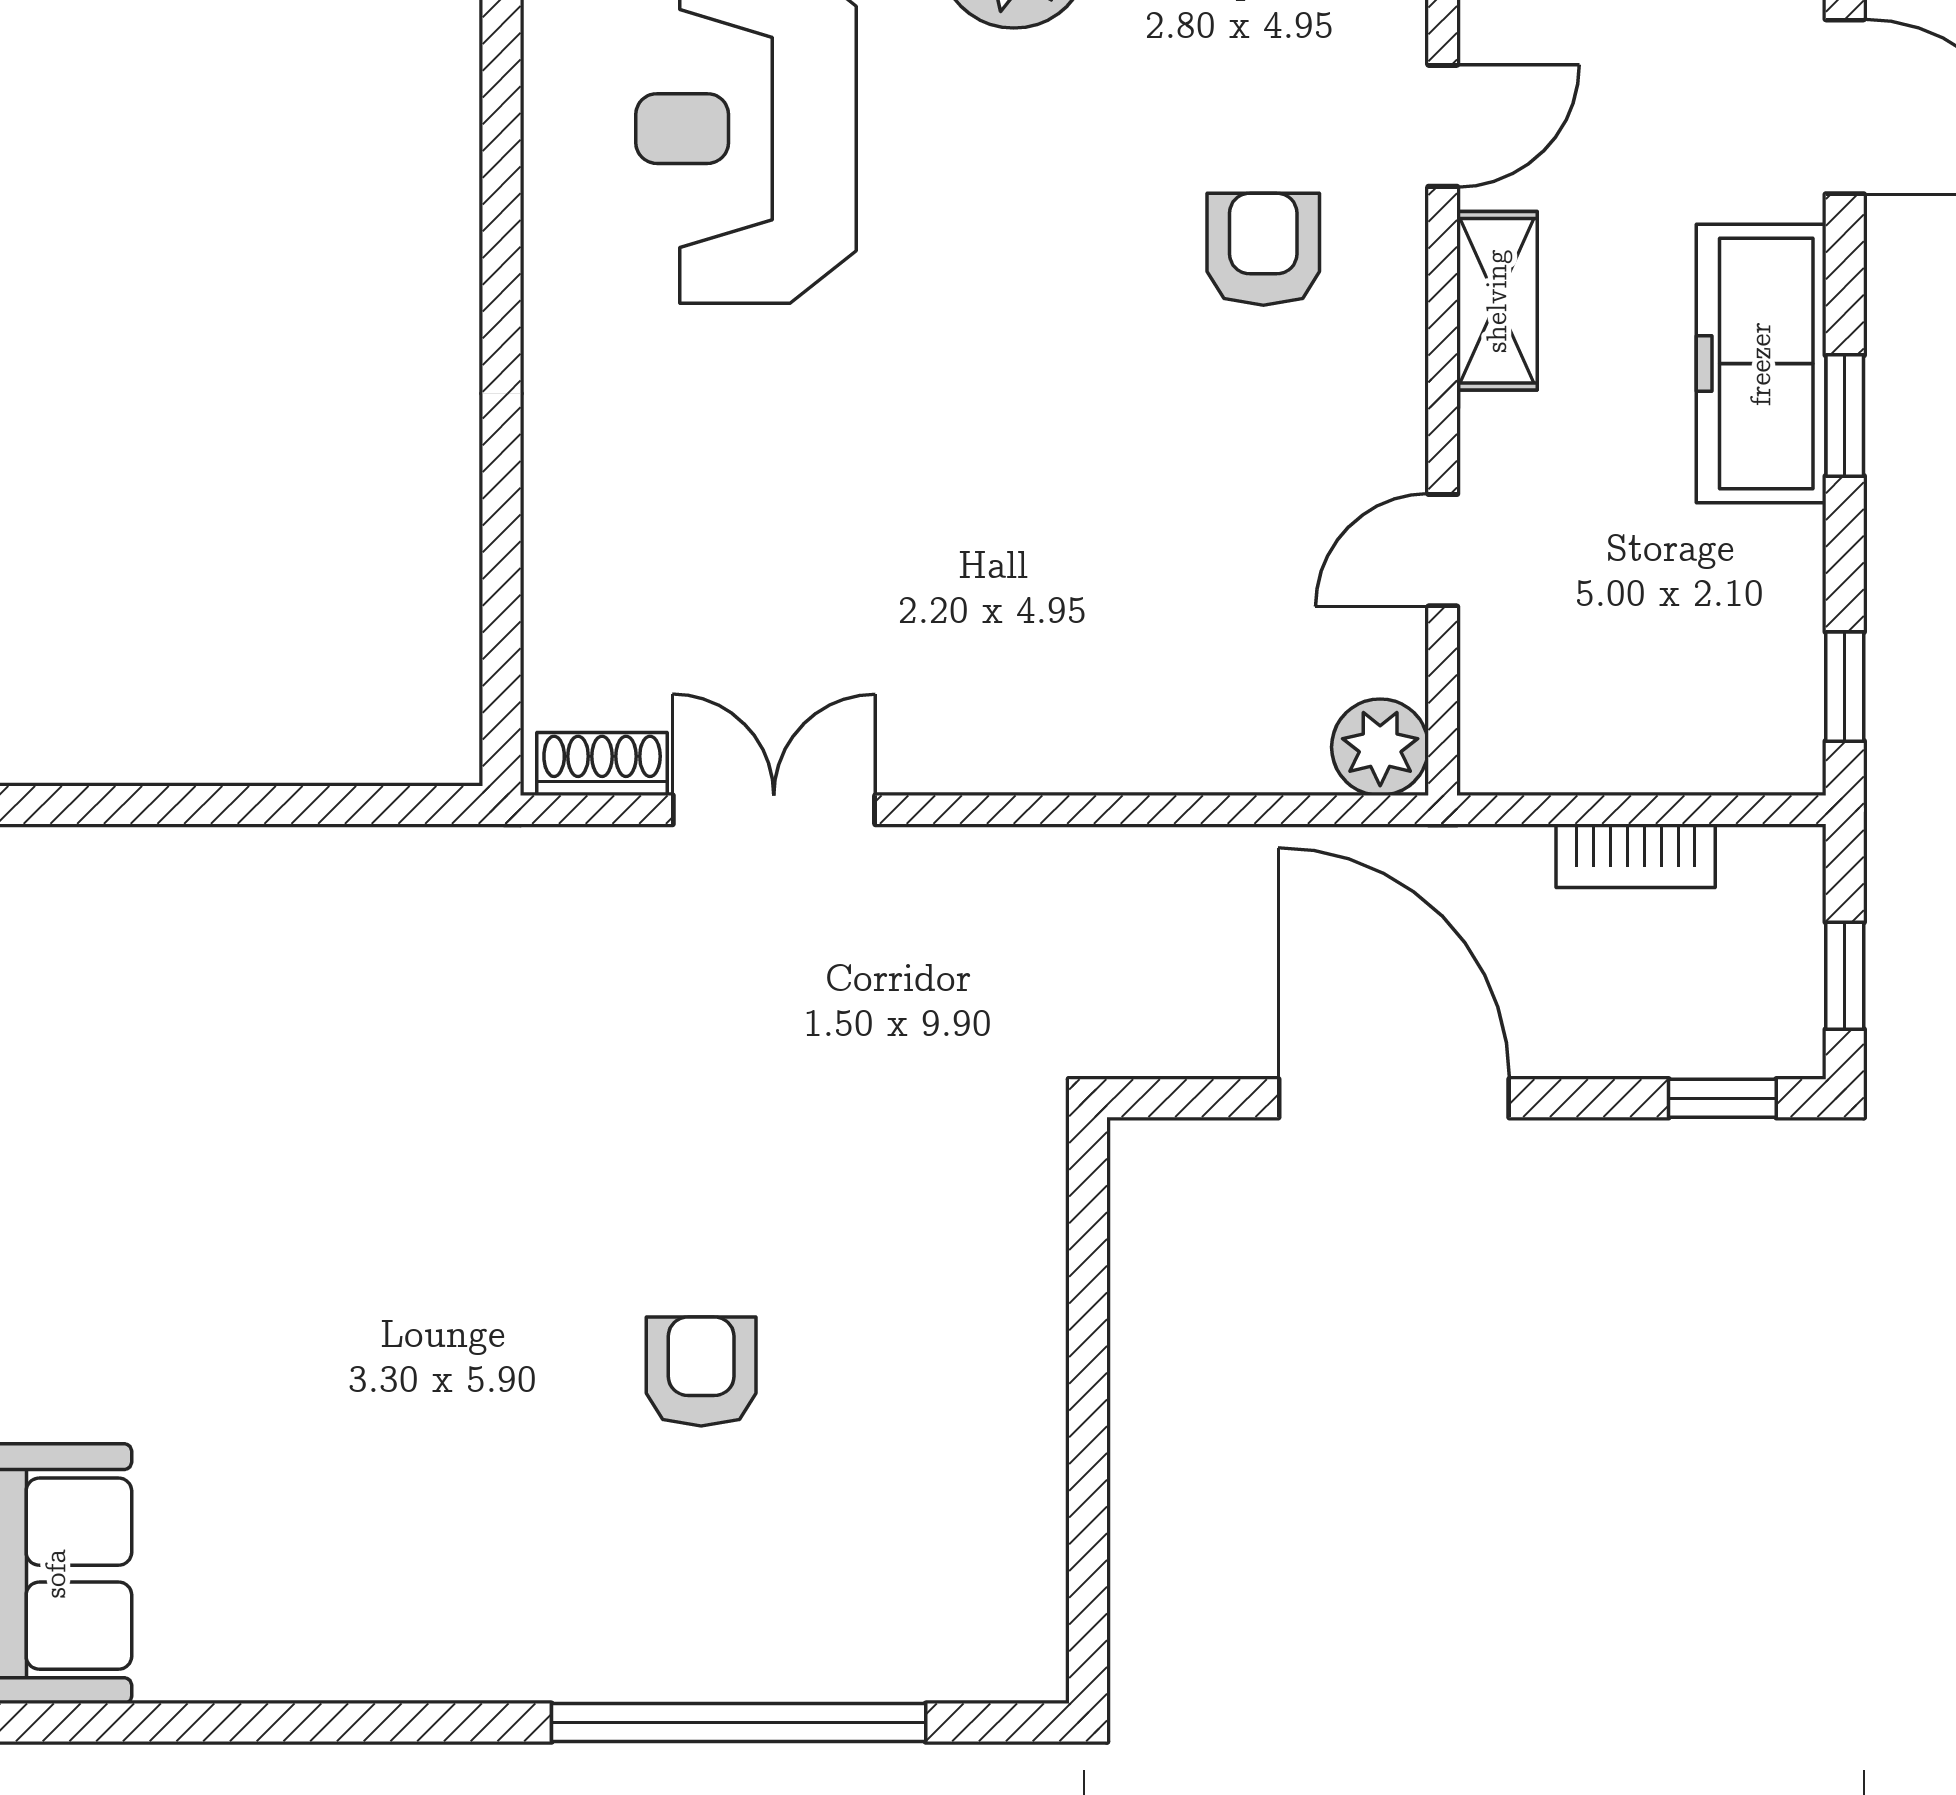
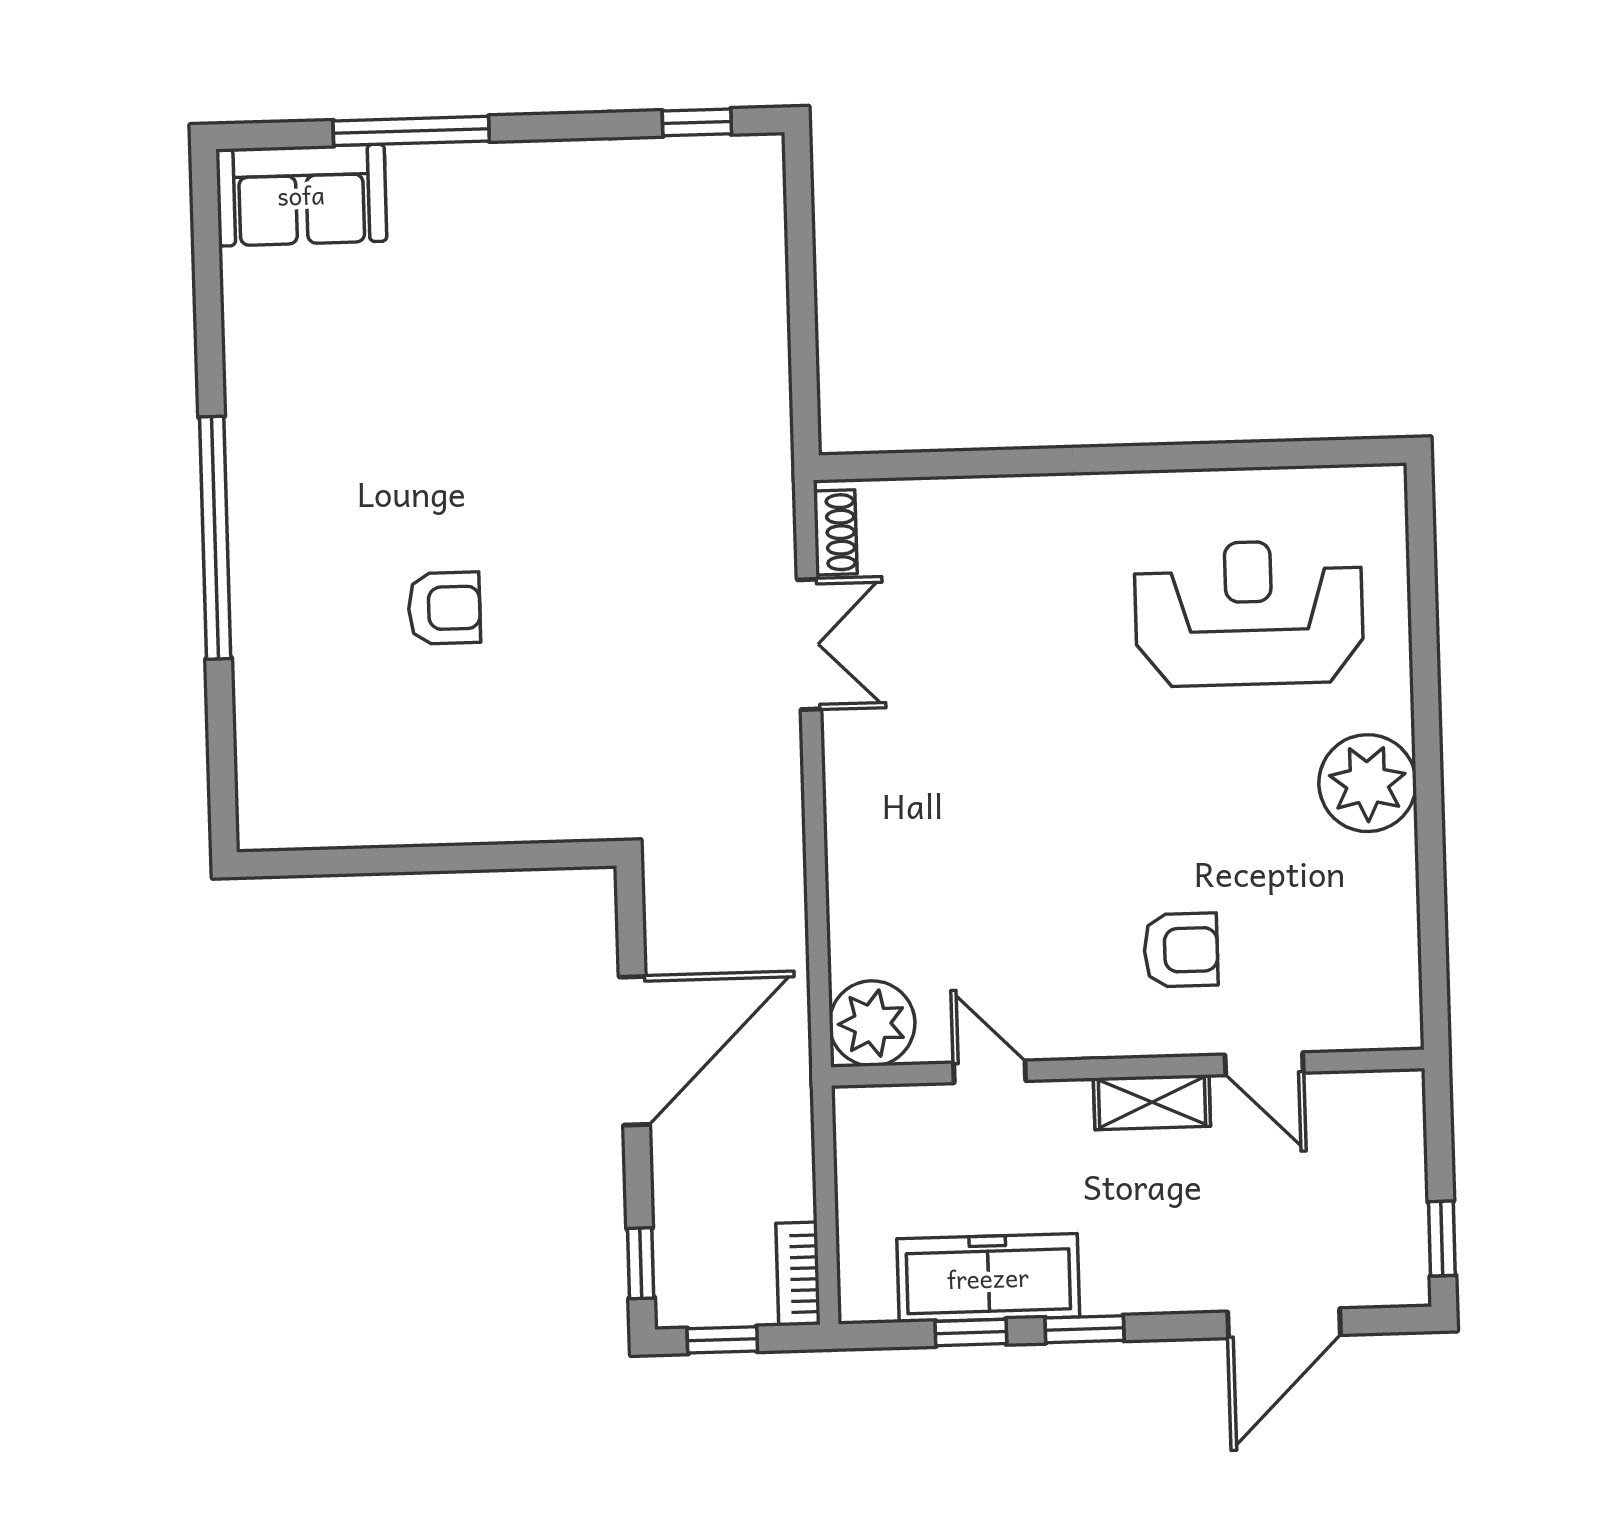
freezer: (1761, 364) -> (988, 1278), moved
window: (1845, 687) -> (971, 1333), moved
plant: (1380, 747) -> (872, 1023), width x1.36, depth x1.36
bookcase: (1636, 856) -> (798, 1274), moved
window: (739, 1723) -> (215, 538), moved

